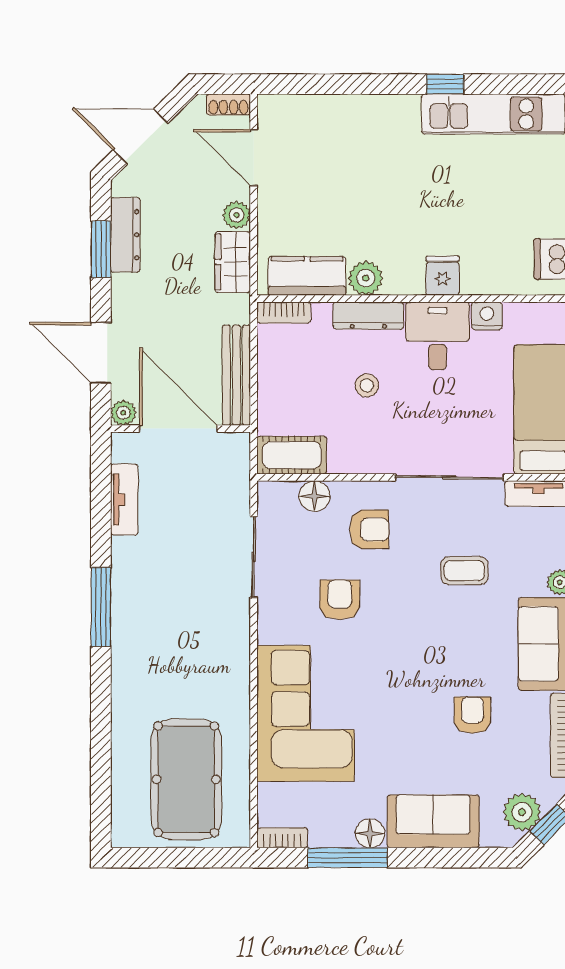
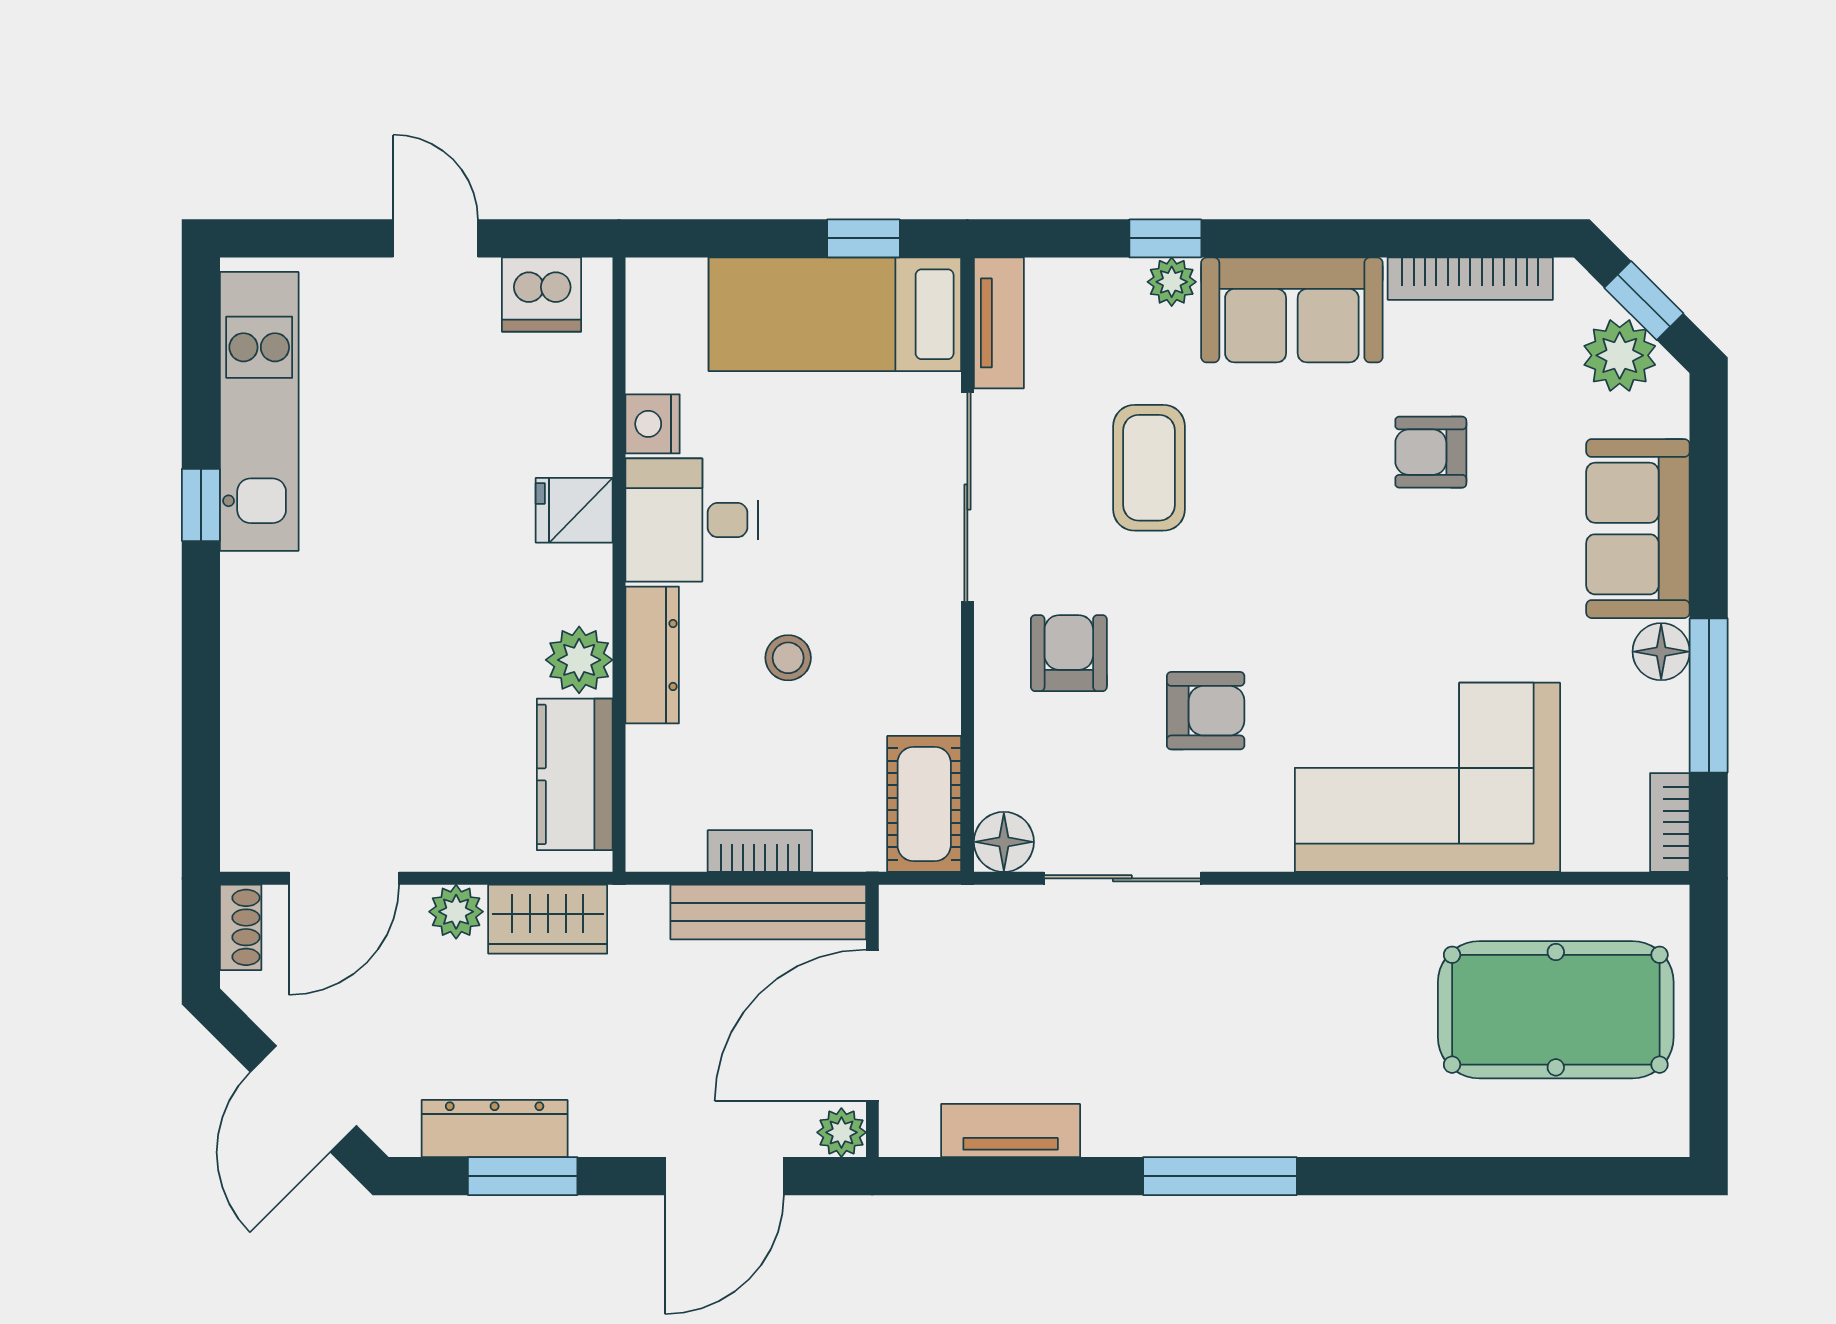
bookcase: (284, 313) -> (760, 851), moved, turned -90
floor lamp: (314, 496) -> (1004, 842), moved
coffee table: (464, 571) -> (1149, 468), width x1.36, depth x1.30
armchair: (340, 600) -> (1206, 711), turned 180

